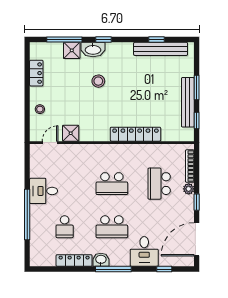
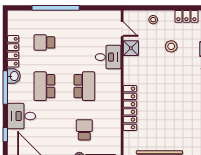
stool: (98, 81) -> (171, 46), moved
school desk: (112, 184) -> (84, 86), turned 180
school desk: (159, 184) -> (84, 130), width x0.54
desk: (44, 191) -> (108, 57), moved, turned 90

